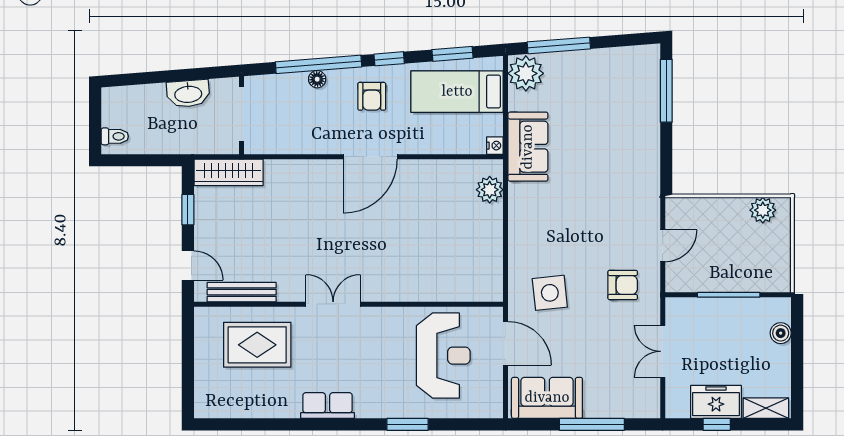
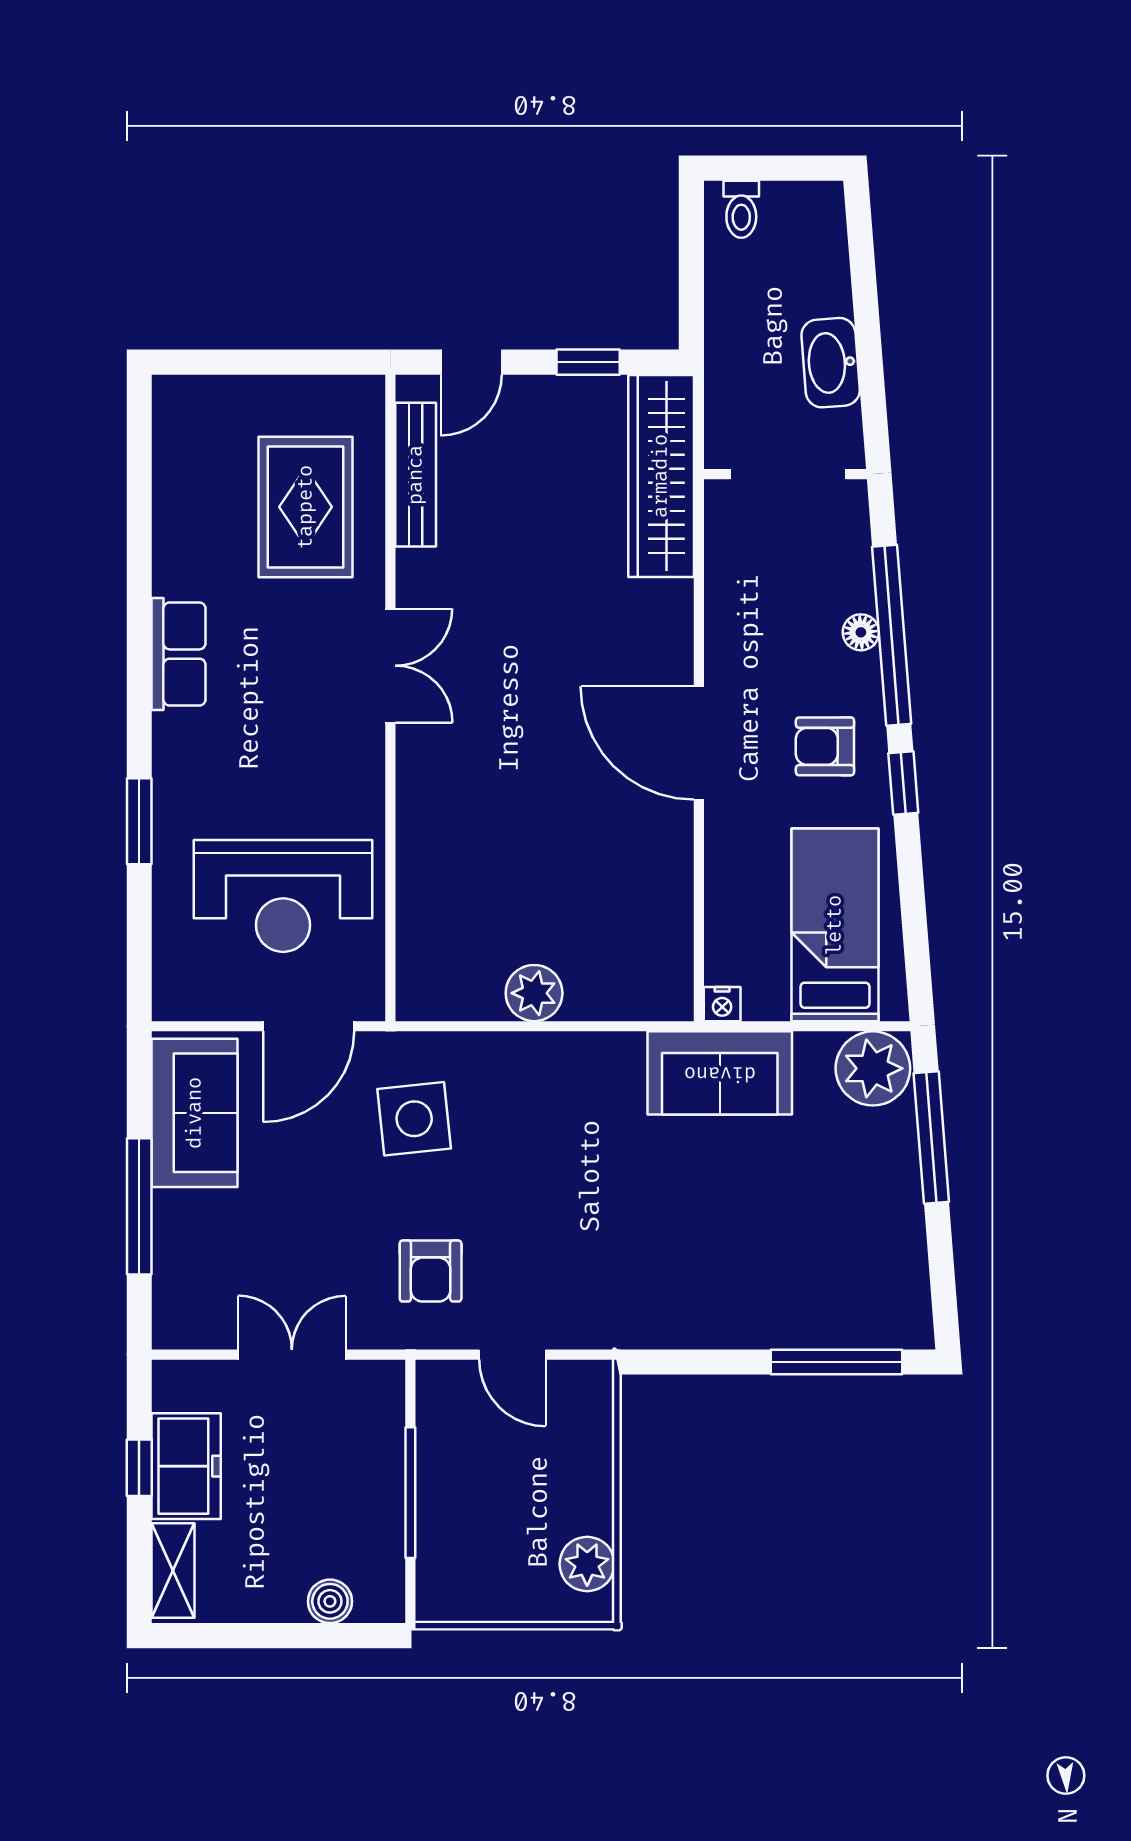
window: (453, 54) -> (914, 915), removed
wardrobe: (229, 172) -> (661, 476), width x1.40, depth x1.17
plant: (490, 190) -> (534, 993), moved

